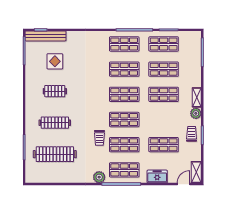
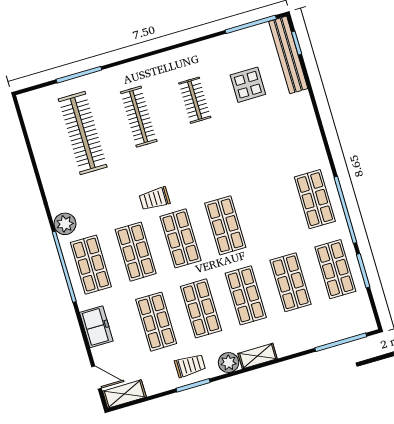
shop shelf: (124, 69) -> (201, 308), moved
trolley: (99, 138) -> (155, 199), moved

